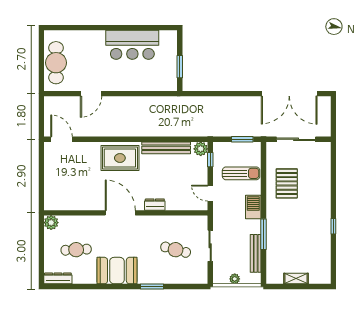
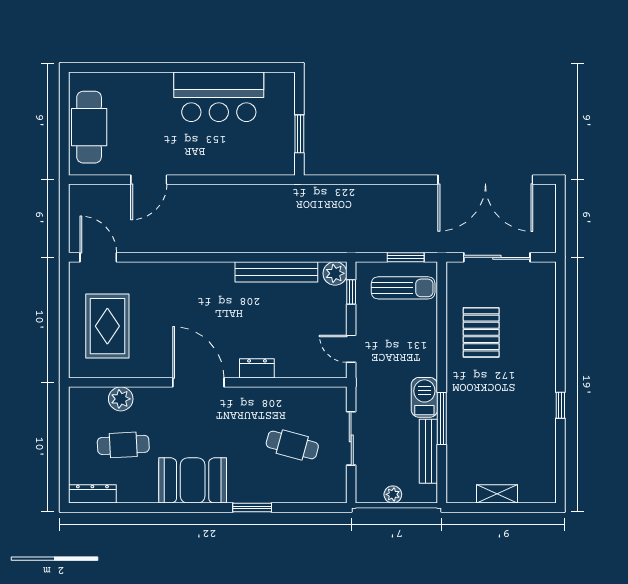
rug: (120, 158) -> (107, 326), moved, turned 90
sun lounger: (241, 173) -> (403, 288), moved
barbecue: (253, 207) -> (424, 397), moved
plant: (51, 223) -> (121, 399), moved

